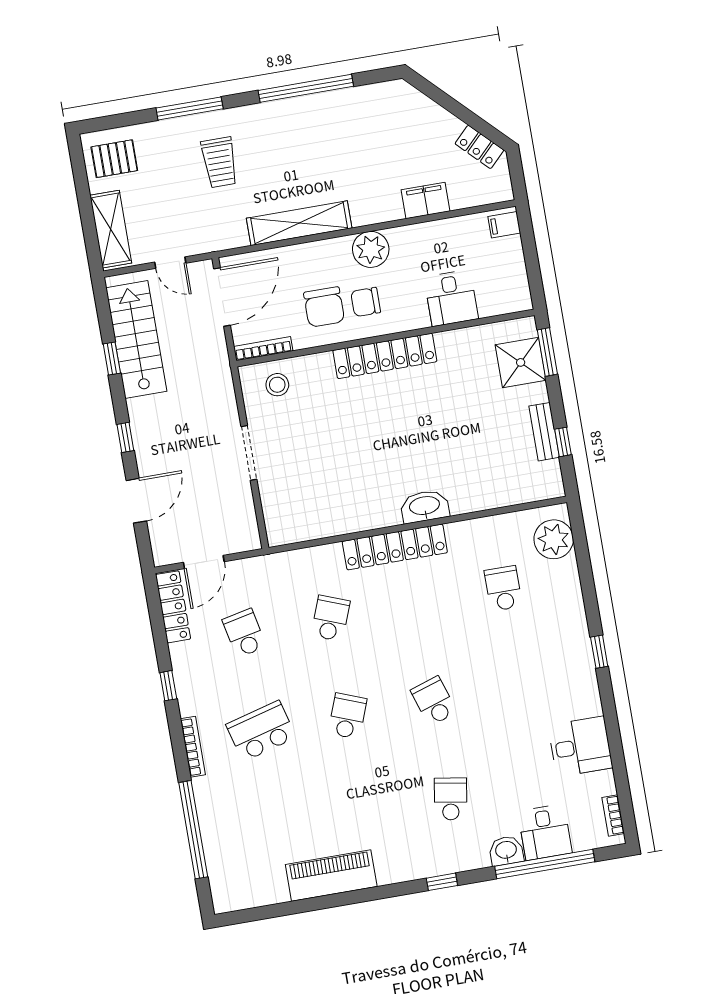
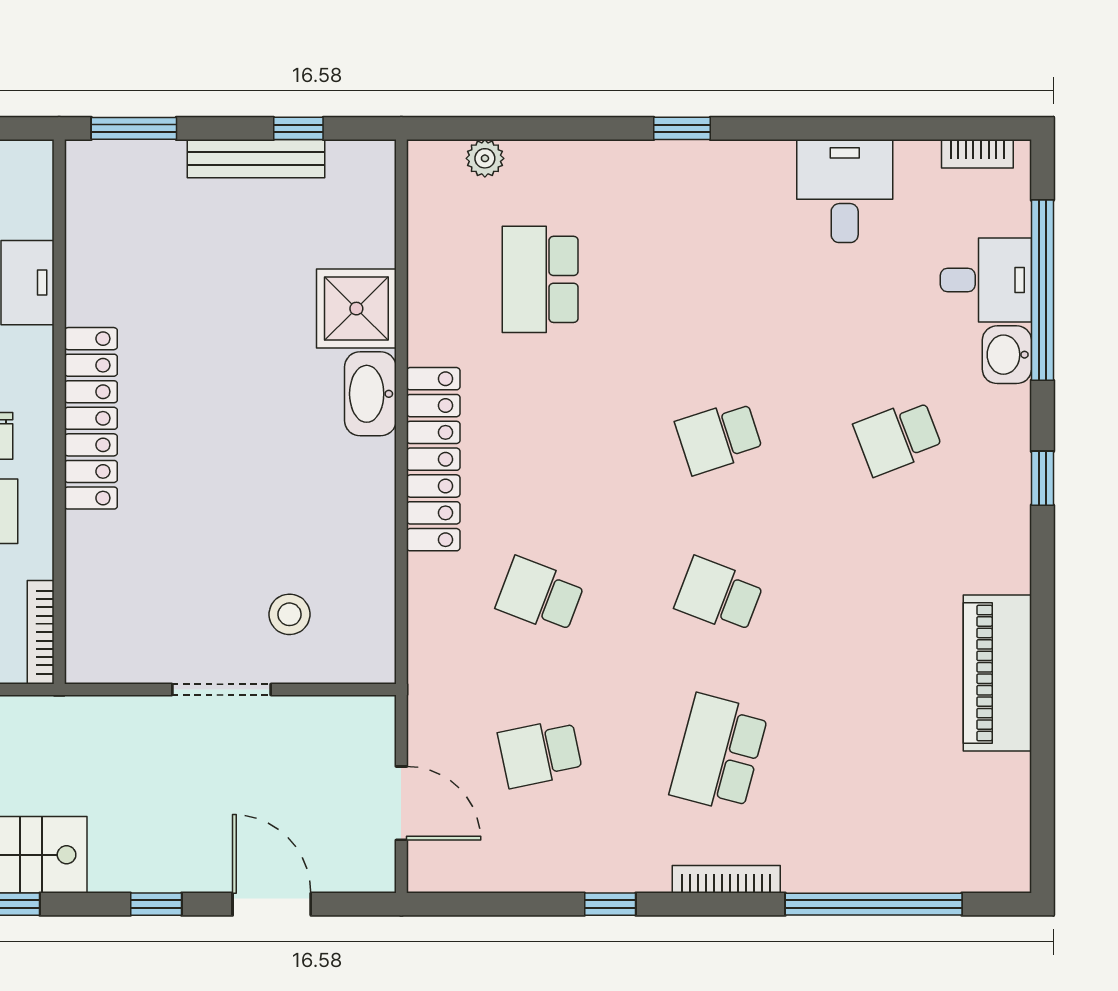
shower: (521, 362) -> (356, 309), moved
stool: (277, 385) -> (289, 614), moved
bench: (544, 432) -> (256, 159), width x1.36
plant: (554, 539) -> (485, 158), width x0.53, depth x0.53
school desk: (503, 588) -> (540, 279), width x1.85
locker: (173, 607) -> (472, 872), removed
school desk: (261, 731) -> (719, 753), turned 30
school desk: (451, 799) -> (898, 437), turned -30

